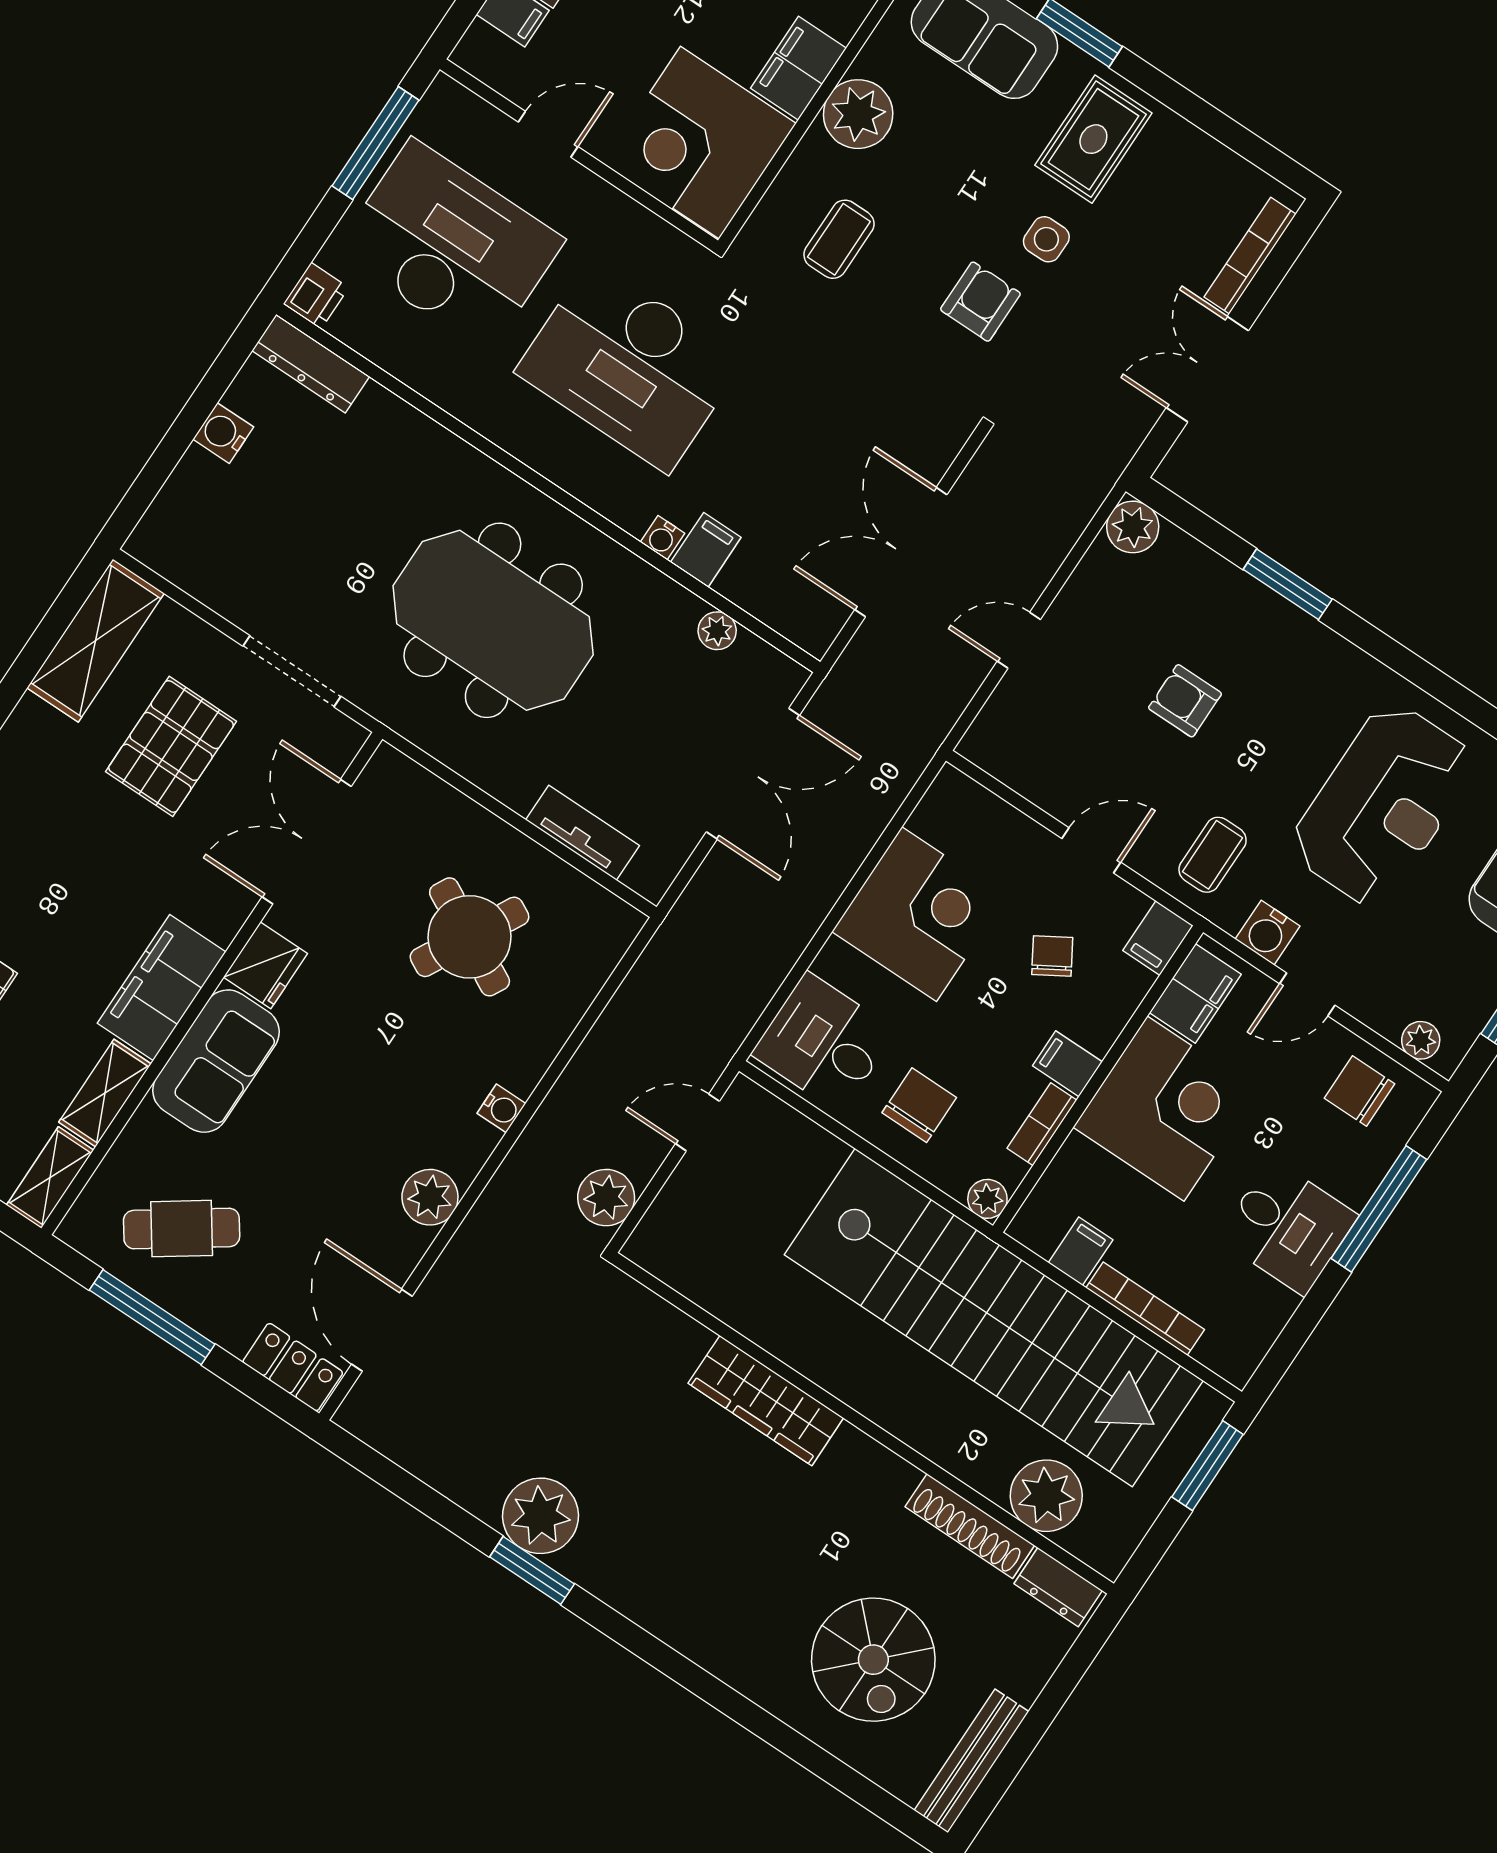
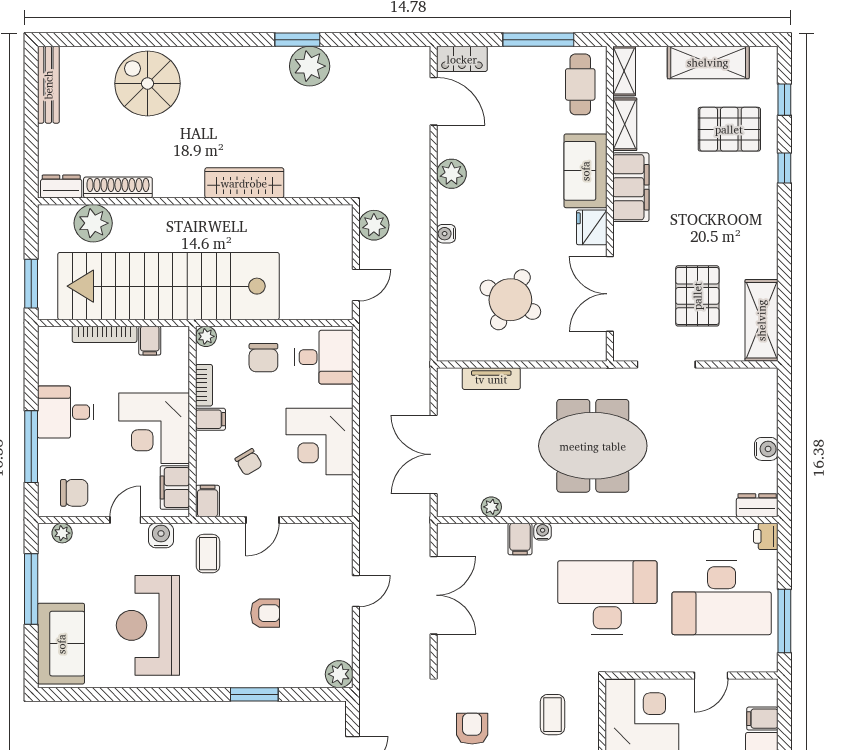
armchair: (980, 302) -> (472, 729), turned 180
dresser: (311, 363) -> (757, 505), width x0.70
double door: (307, 842) -> (610, 294), swing flipped
cafe table: (182, 1229) -> (580, 84), moved, turned -55
spiral stairs: (873, 1660) -> (148, 83), moved

